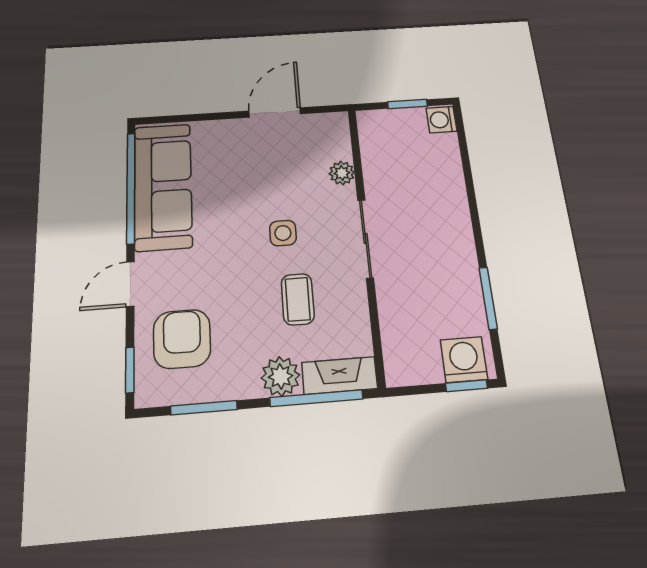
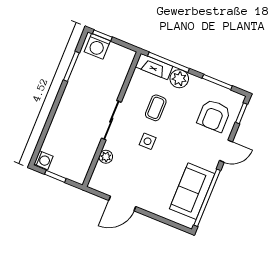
sofa: (163, 186) -> (192, 191), width x0.73

